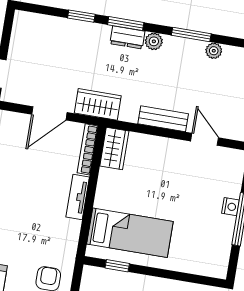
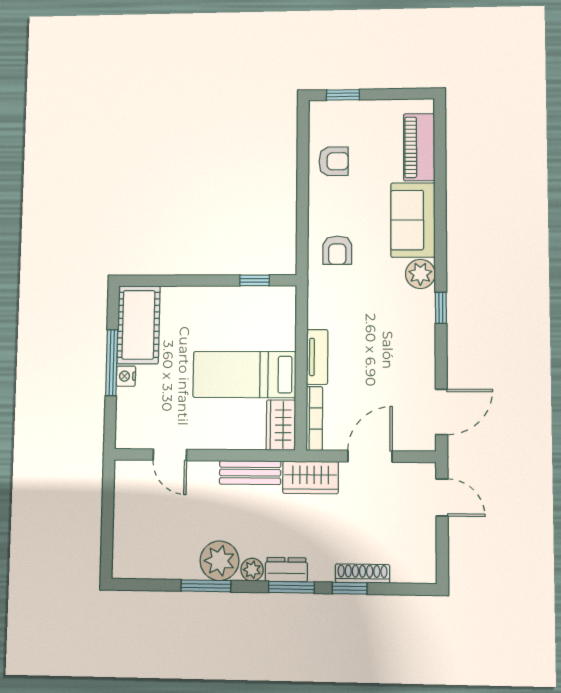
shoe rack: (70, 26) -> (363, 573), added
plant: (214, 51) -> (219, 561), moved, width x1.88, depth x1.88
bench: (163, 119) -> (250, 473), moved
bed: (130, 233) -> (244, 375), moved
cot: (215, 246) -> (139, 325), added

